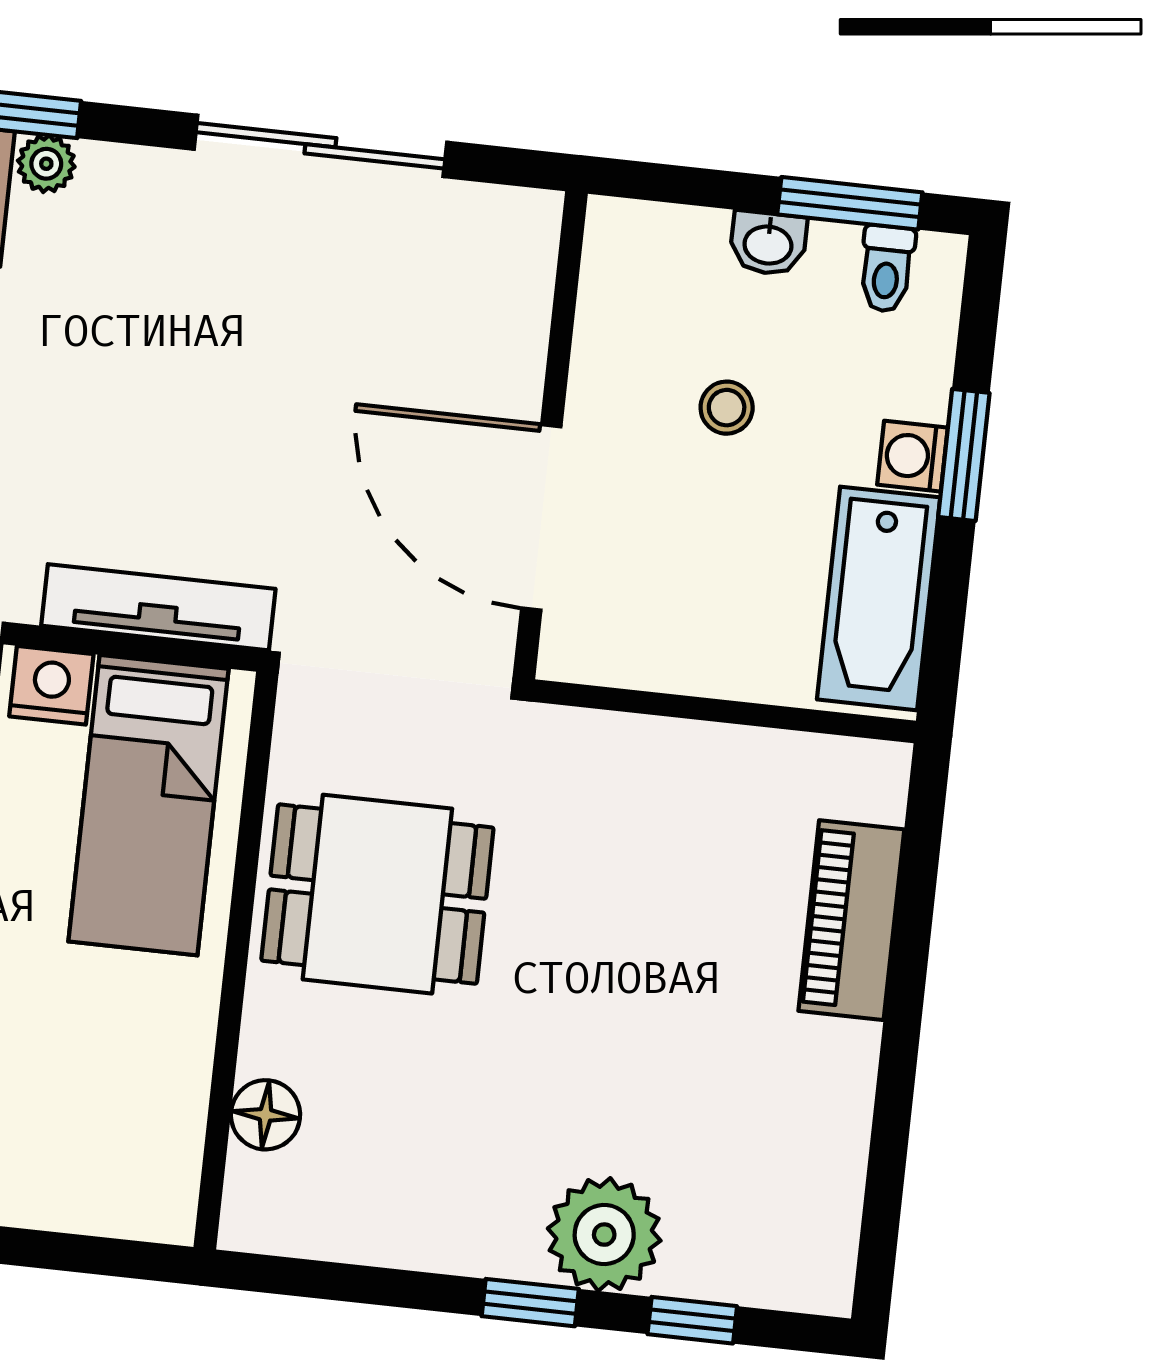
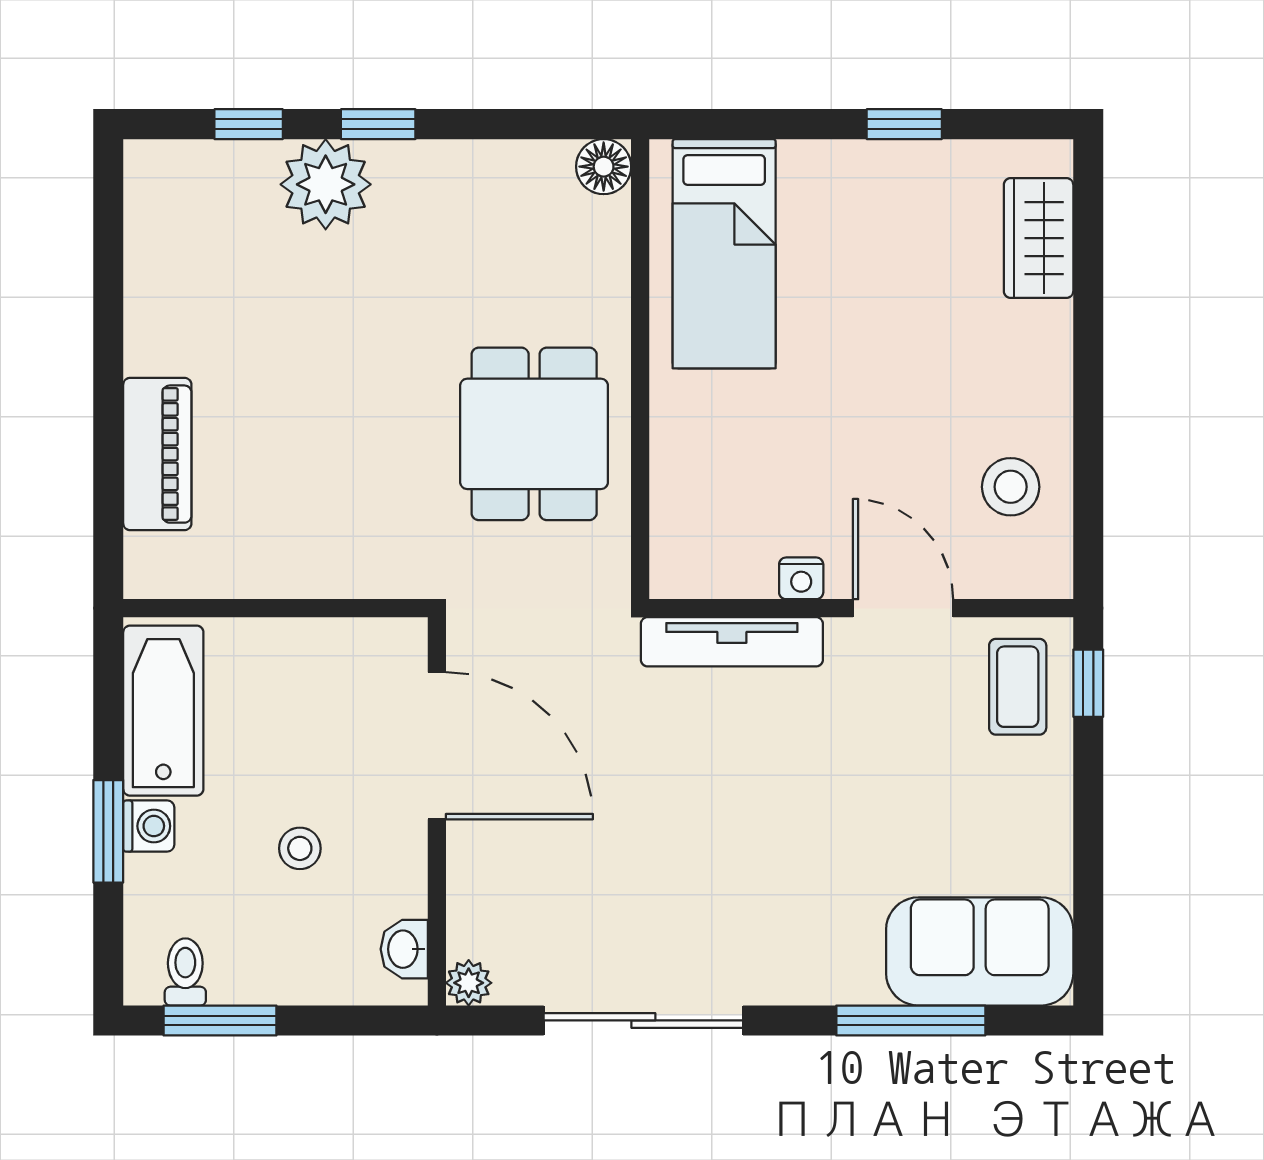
plant: (46, 164) -> (469, 983), moved
washbasin: (768, 243) -> (404, 949), moved, turned -90
nightstand: (51, 685) -> (801, 578), width x0.72, depth x0.74
bed: (148, 805) -> (724, 254), moved, turned 180
dining table: (377, 894) -> (534, 434), turned 90
floor lamp: (266, 1115) -> (604, 167), moved

